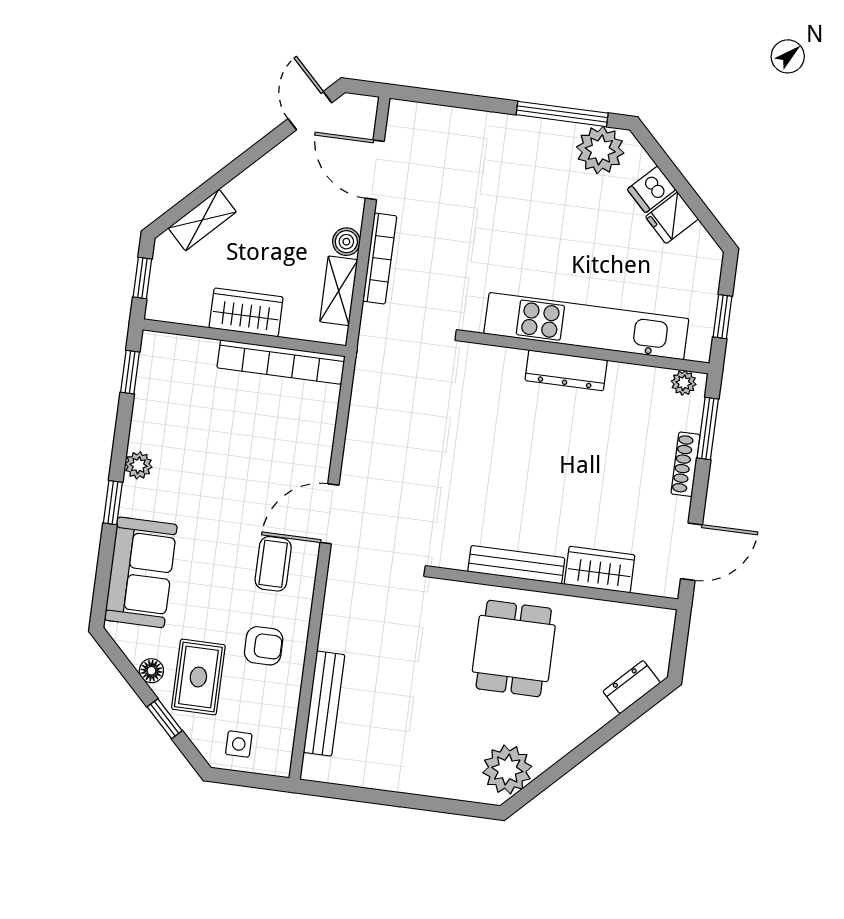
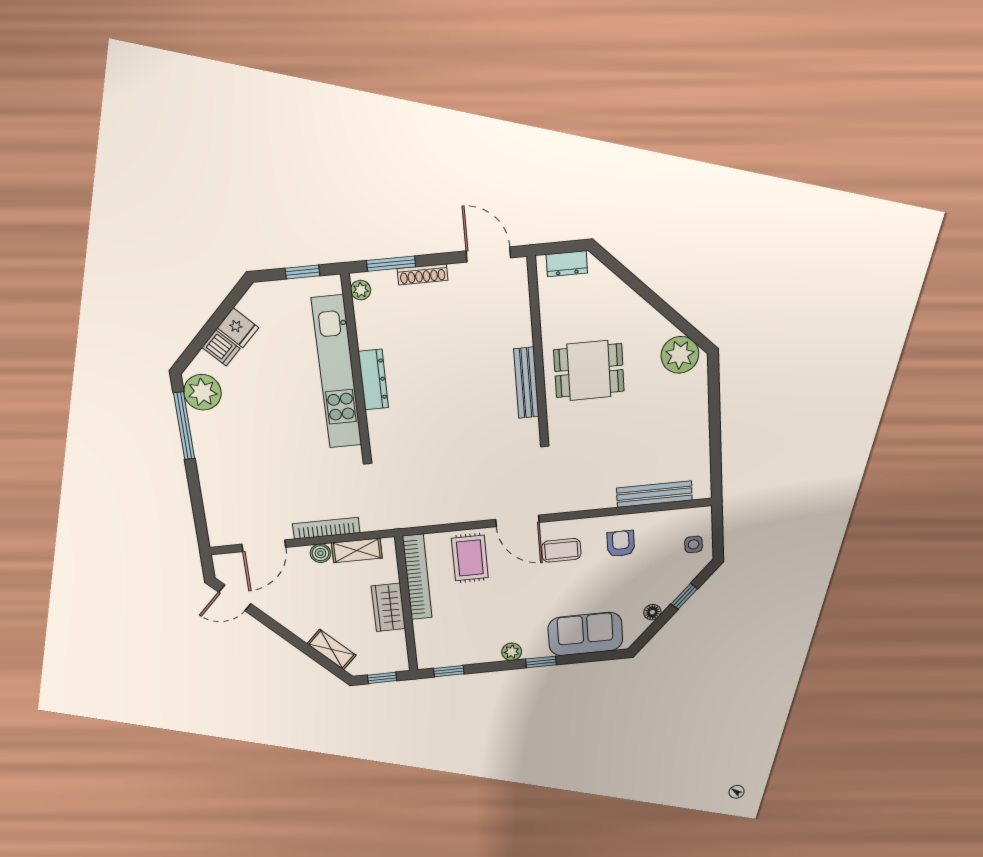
wardrobe: (600, 570) -> (517, 321), removed
rug: (198, 677) -> (470, 558), moved, turned 90
dresser: (632, 687) -> (567, 264), moved, turned -45

